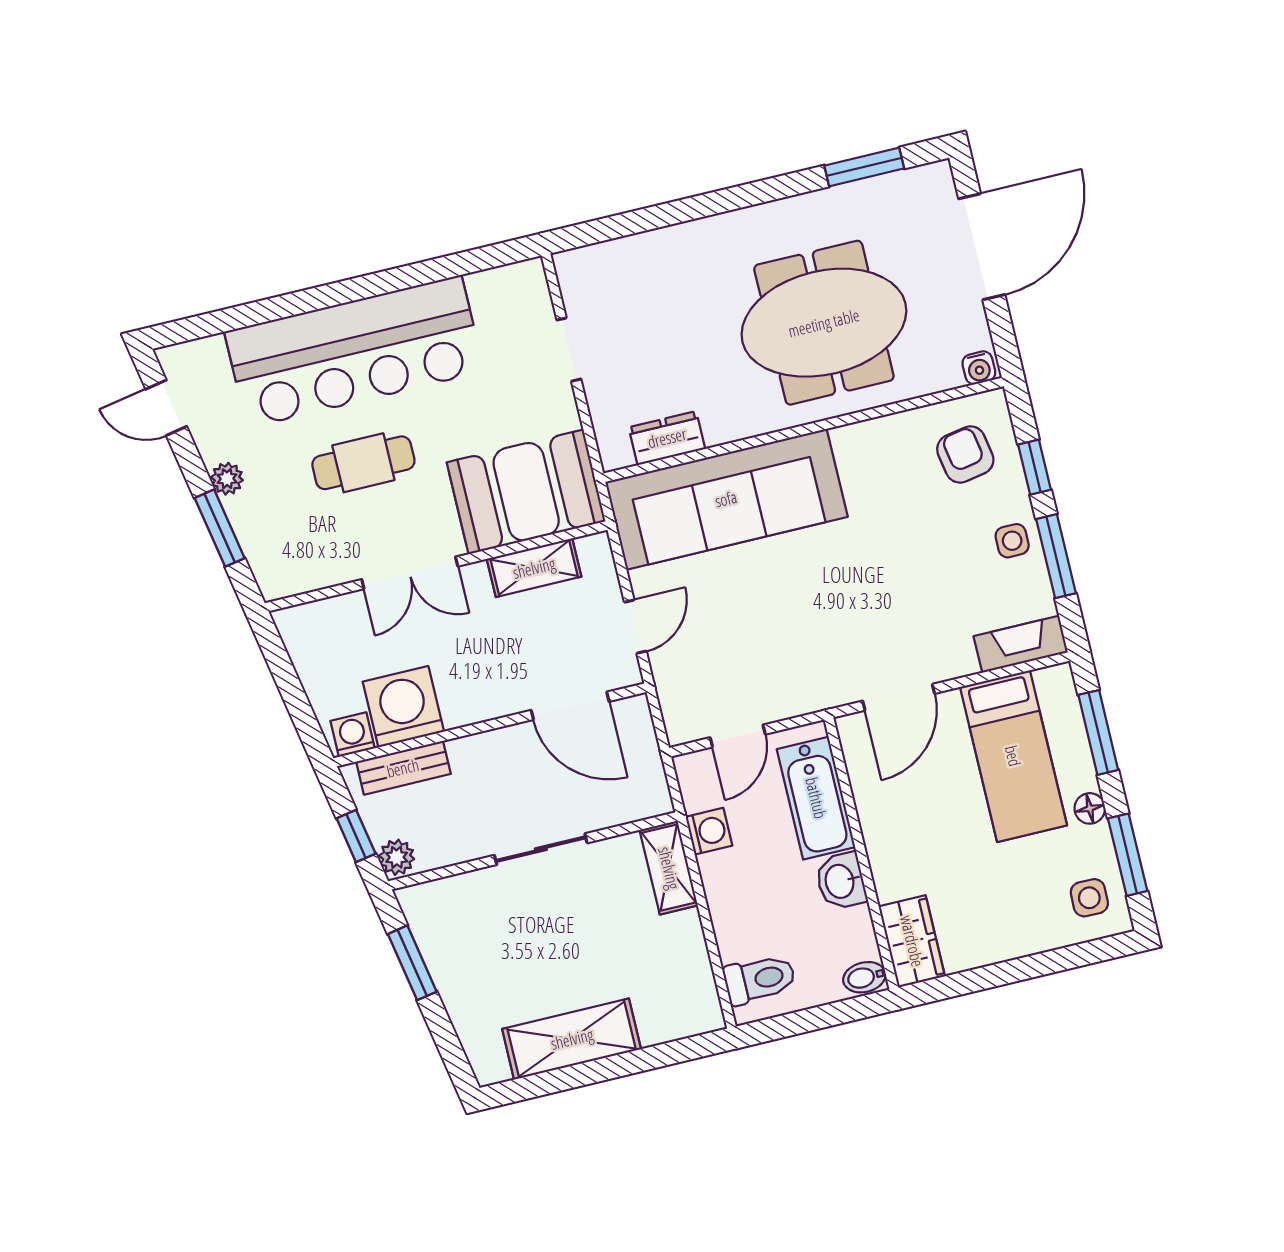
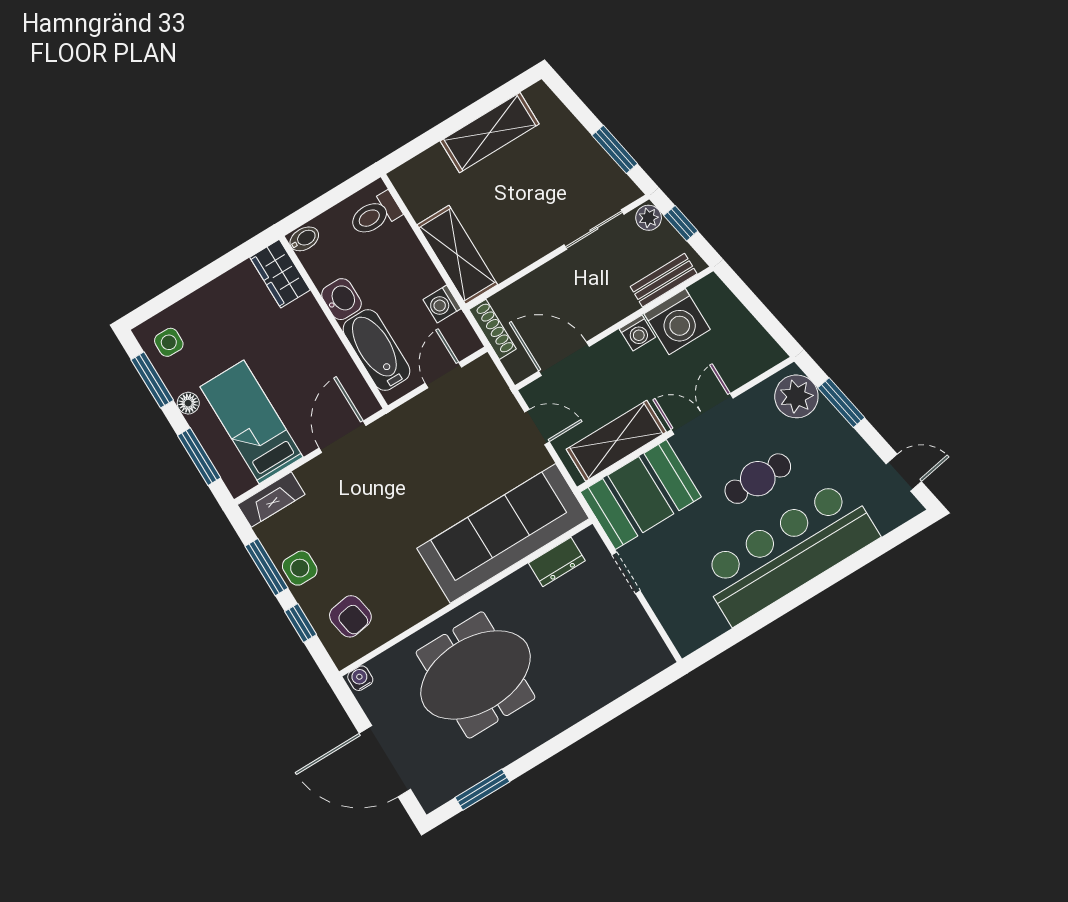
door: (982, 247) -> (385, 761), hinge flipped
doorway: (569, 350) -> (626, 573), moved
plant: (227, 479) -> (796, 396), moved, width x1.88, depth x1.88
side table: (1012, 541) -> (300, 568), width x1.37, depth x1.37
shelving: (534, 568) -> (616, 441), width x1.50, depth x1.33
door: (635, 627) -> (537, 427), swing flipped
washing machine: (353, 735) -> (637, 333), moved
shoe rack: (652, 776) -> (493, 329), added
sliding door: (541, 849) -> (594, 230), moved
shelving: (669, 868) -> (457, 255), width x1.50, depth x1.33

